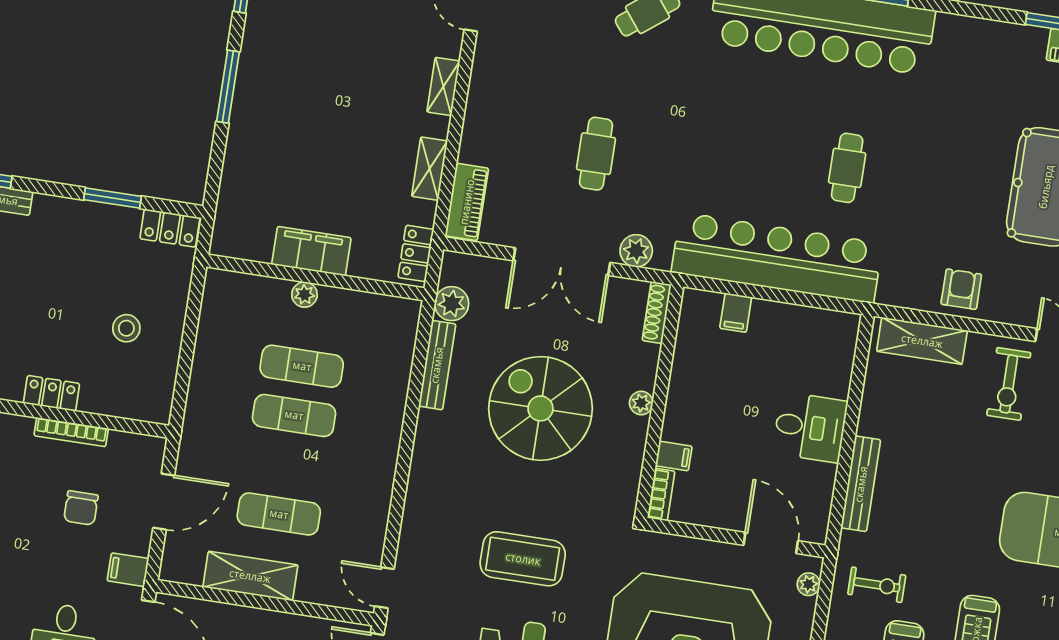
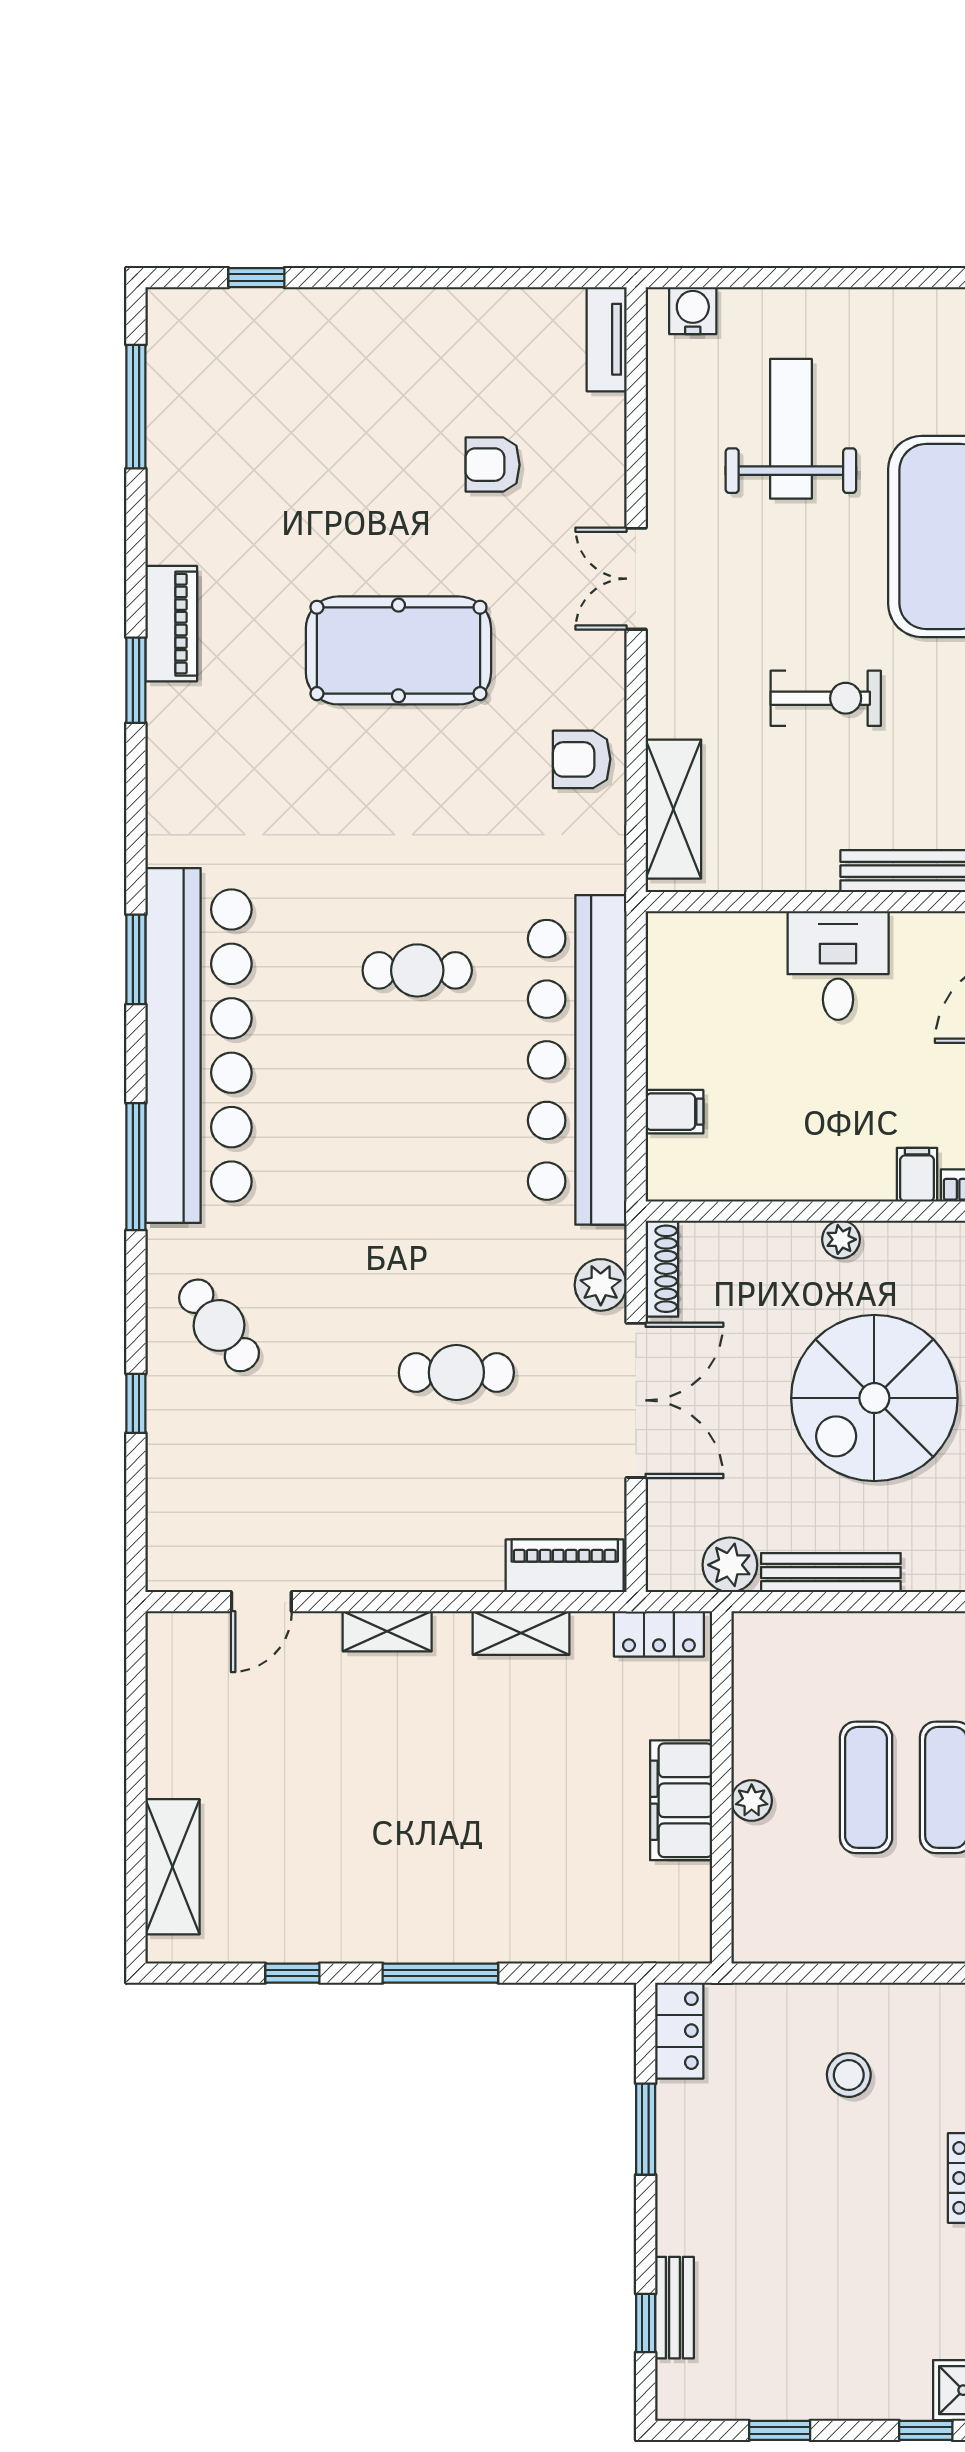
shoe rack: (657, 313) -> (662, 1269), moved, turned -90
exercise bike: (1009, 384) -> (826, 698), moved

